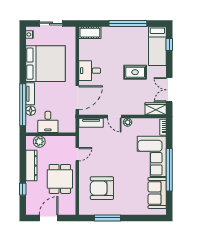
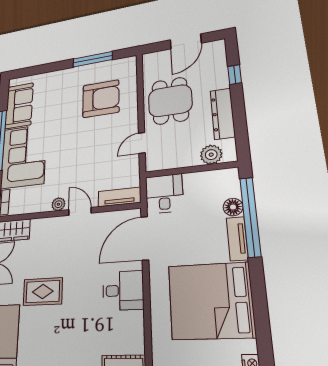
desk: (48, 122) -> (164, 194), moved

